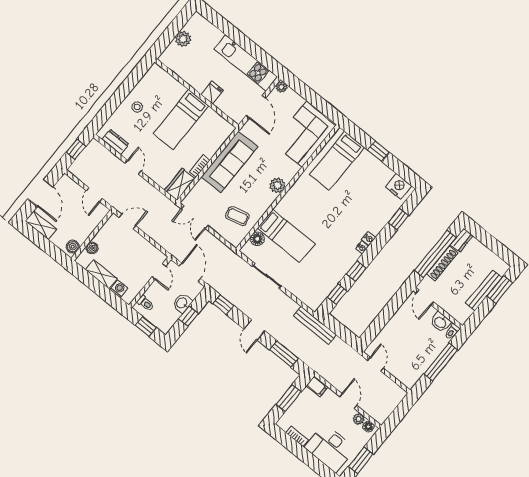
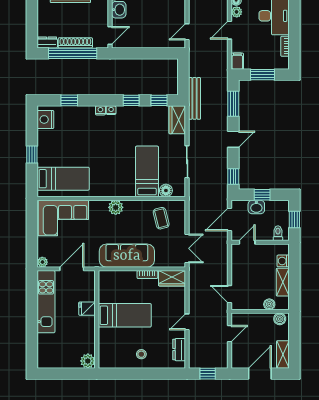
plant: (183, 39) -> (88, 361), moved
wardrobe: (309, 296) -> (177, 120), added

